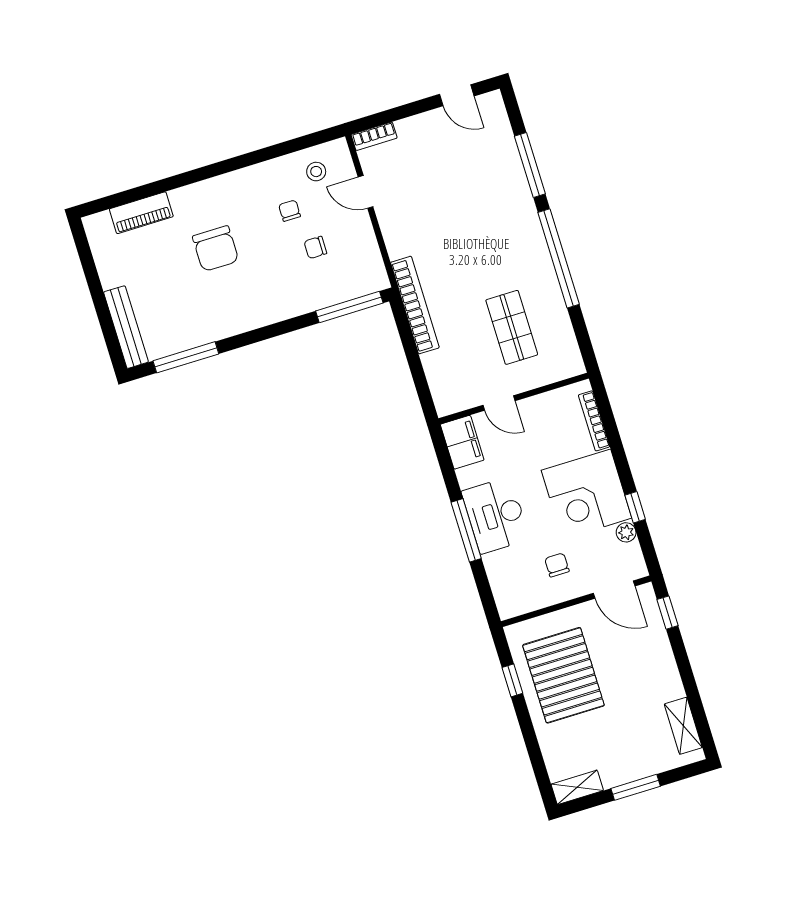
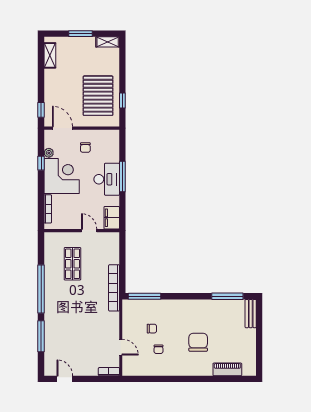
stool: (316, 172) -> (141, 364), removed
bench: (126, 327) -> (251, 314), width x0.73

